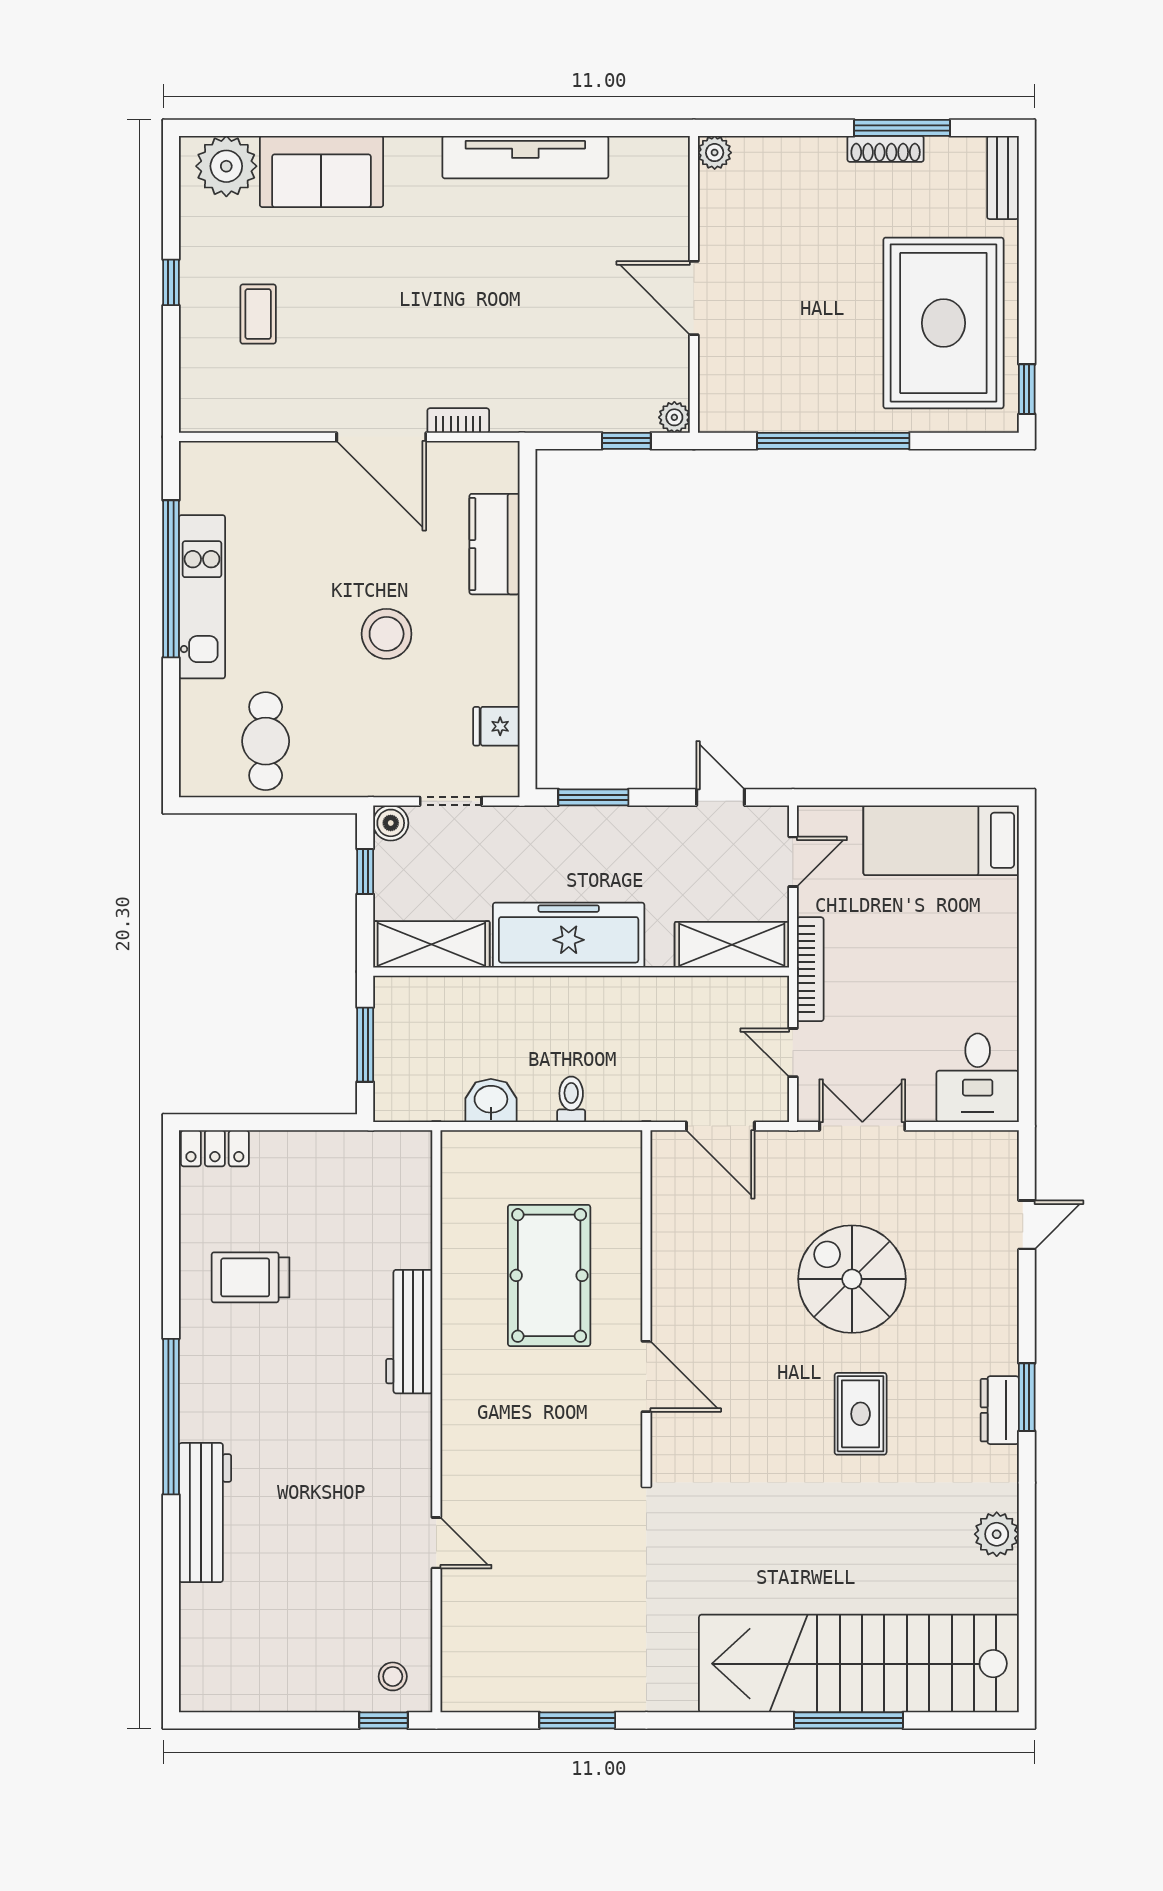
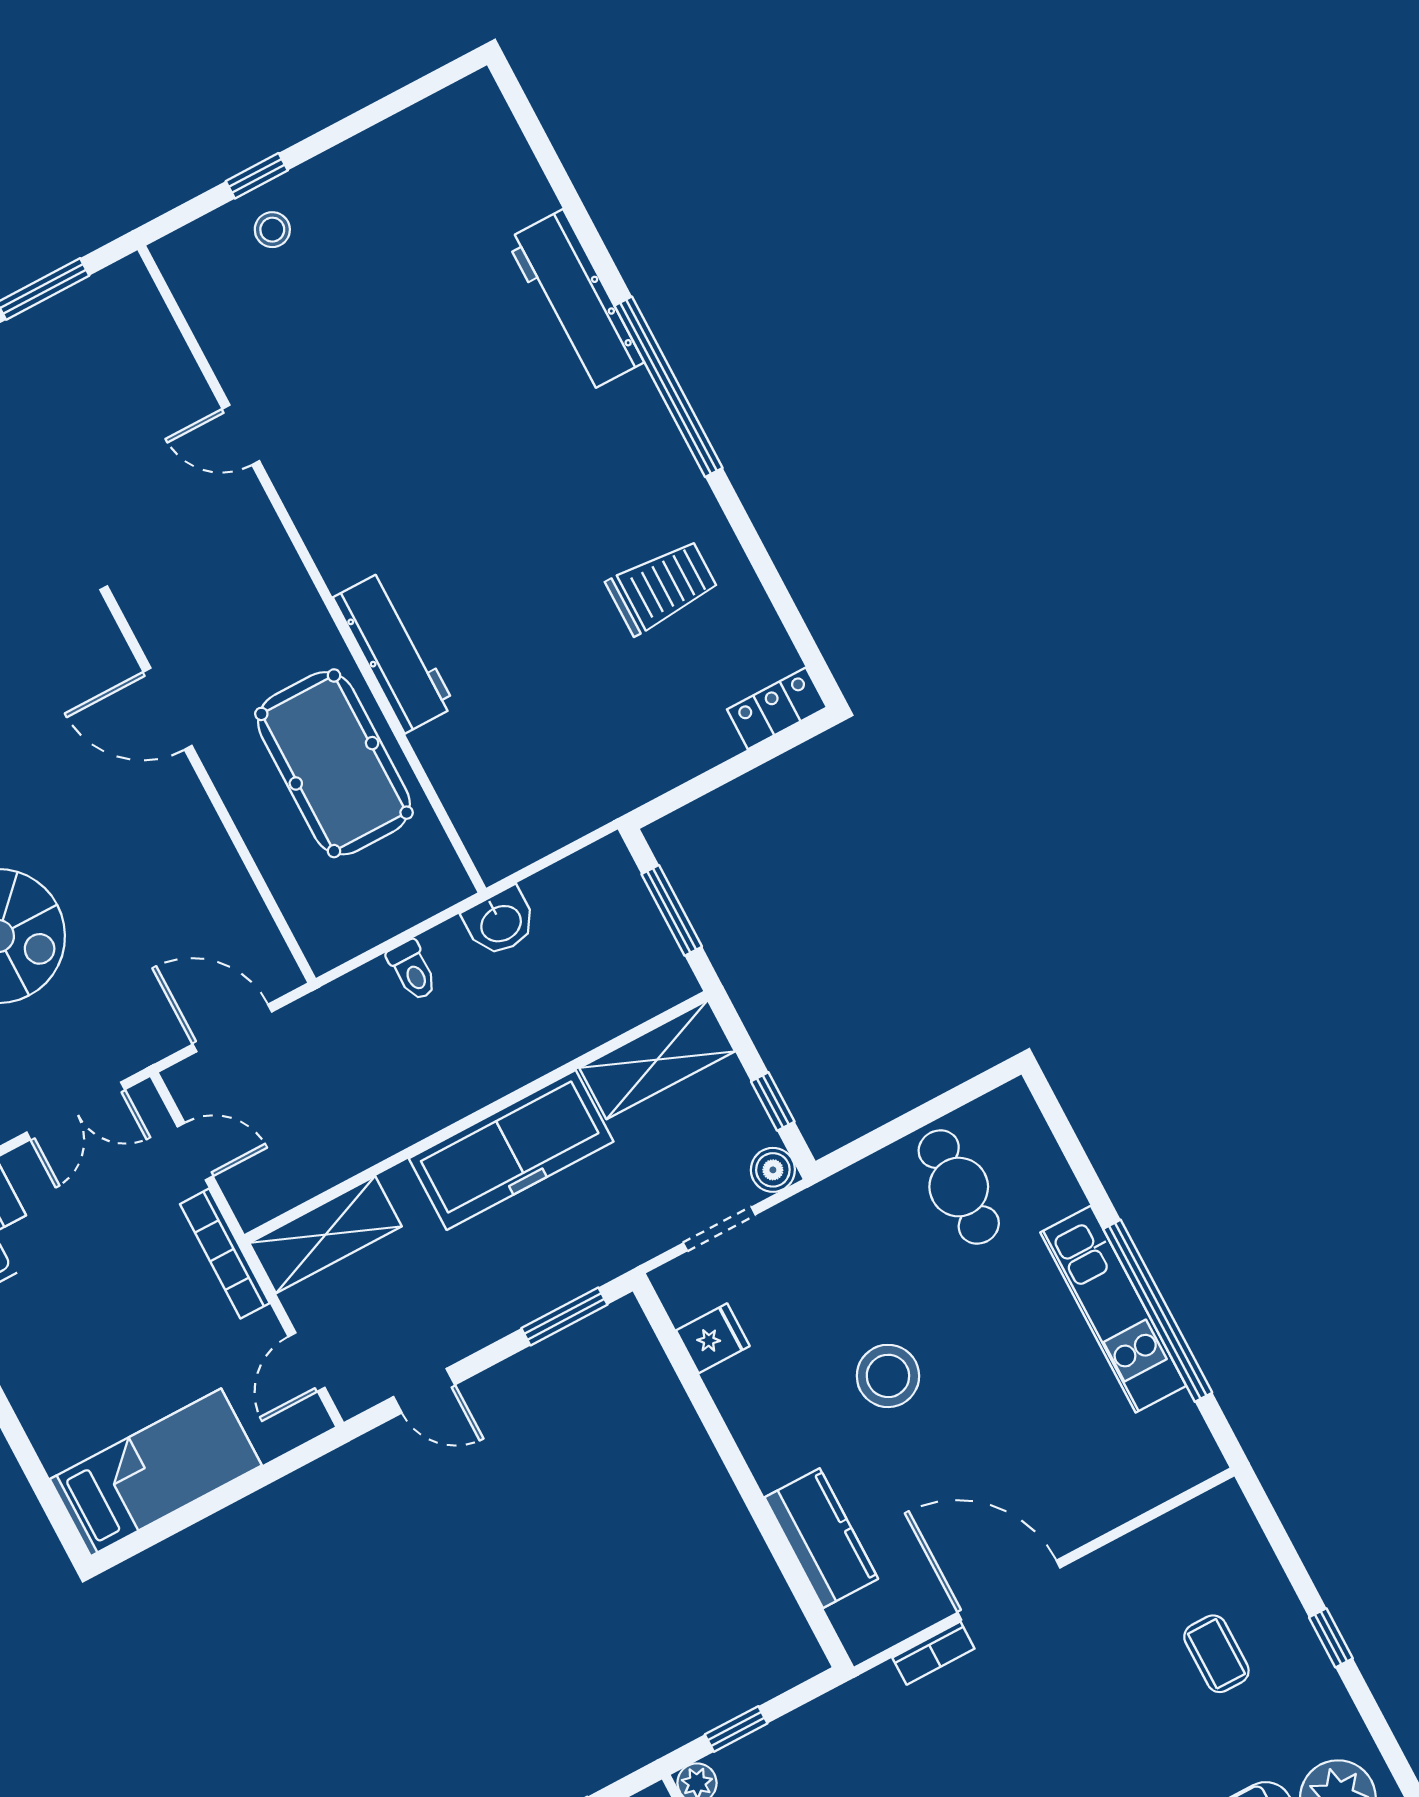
workbench: (409, 1332) -> (394, 652), moved
wall: (436, 1421) -> (312, 569), moved
door: (436, 1543) -> (241, 435), moved

